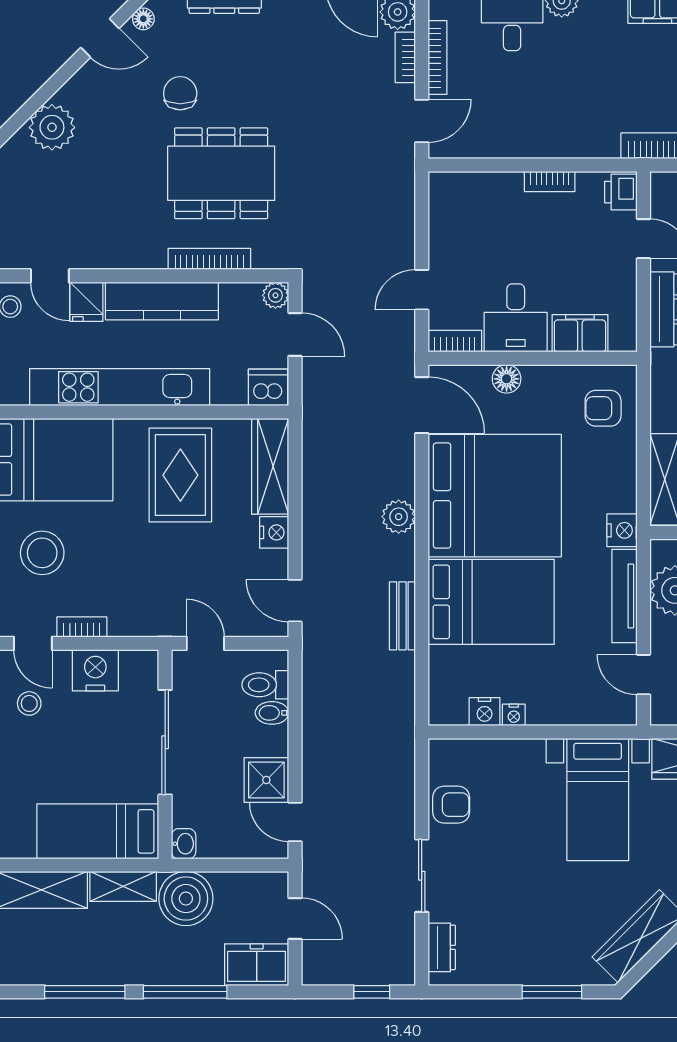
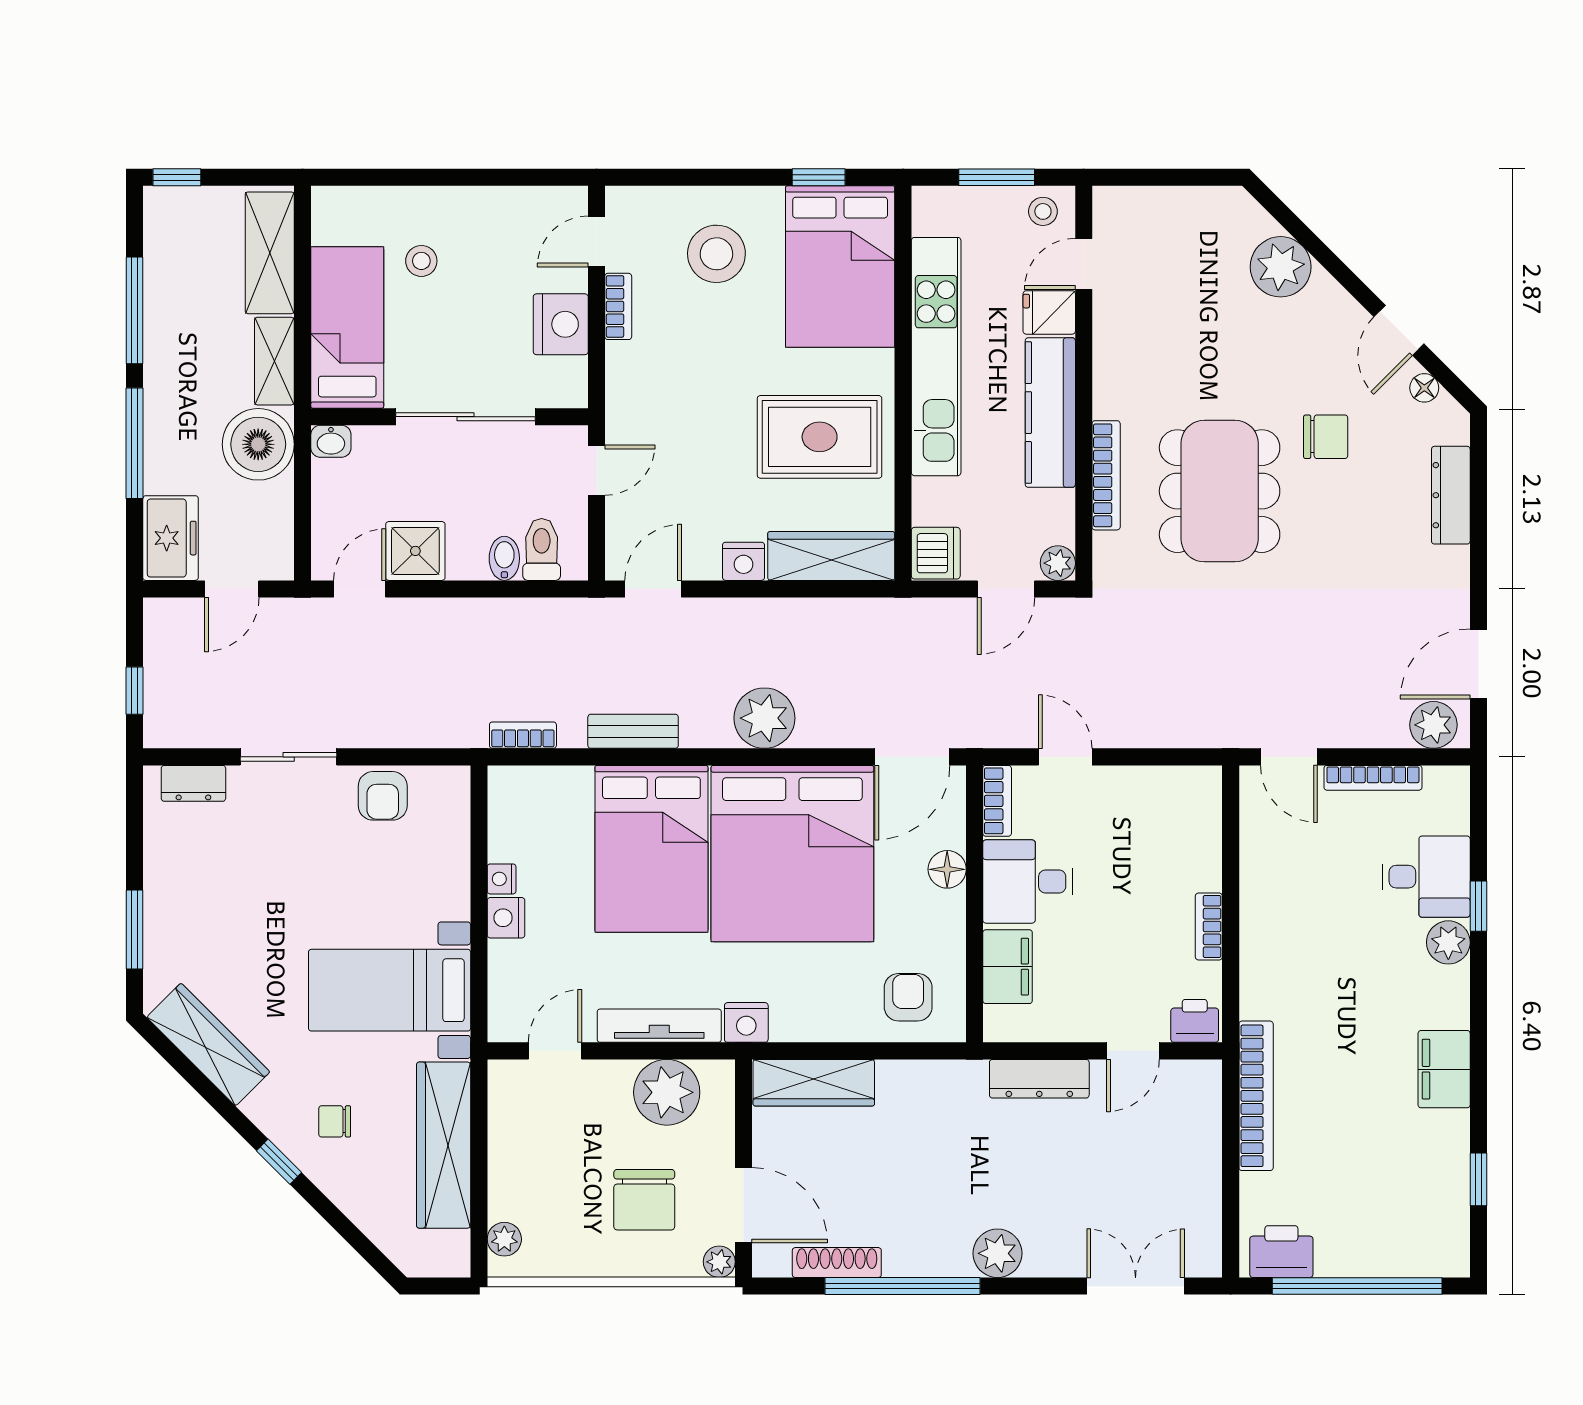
bookcase: (405, 57) -> (523, 735), moved
plant: (399, 517) -> (764, 718), width x1.36, depth x1.36
stool: (29, 703) -> (421, 261), moved
nightstand: (485, 712) -> (506, 918), moved

